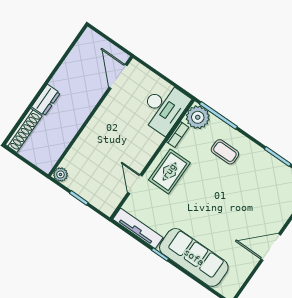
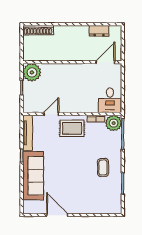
dresser: (46, 100) -> (99, 31), moved
desk: (164, 108) -> (110, 100), width x0.73
coffee table: (225, 152) -> (103, 167), moved
plant: (60, 174) -> (32, 72), width x1.88, depth x1.88
door: (271, 247) -> (57, 215), moved

